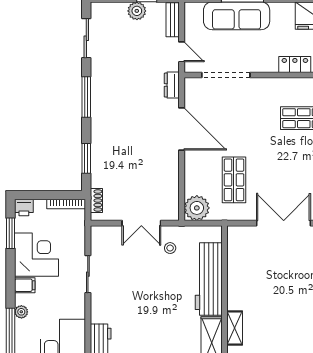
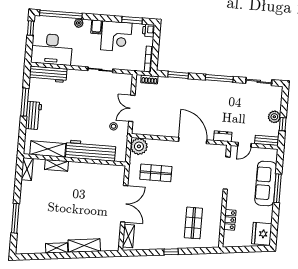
door: (182, 129) -> (193, 141), swing flipped

